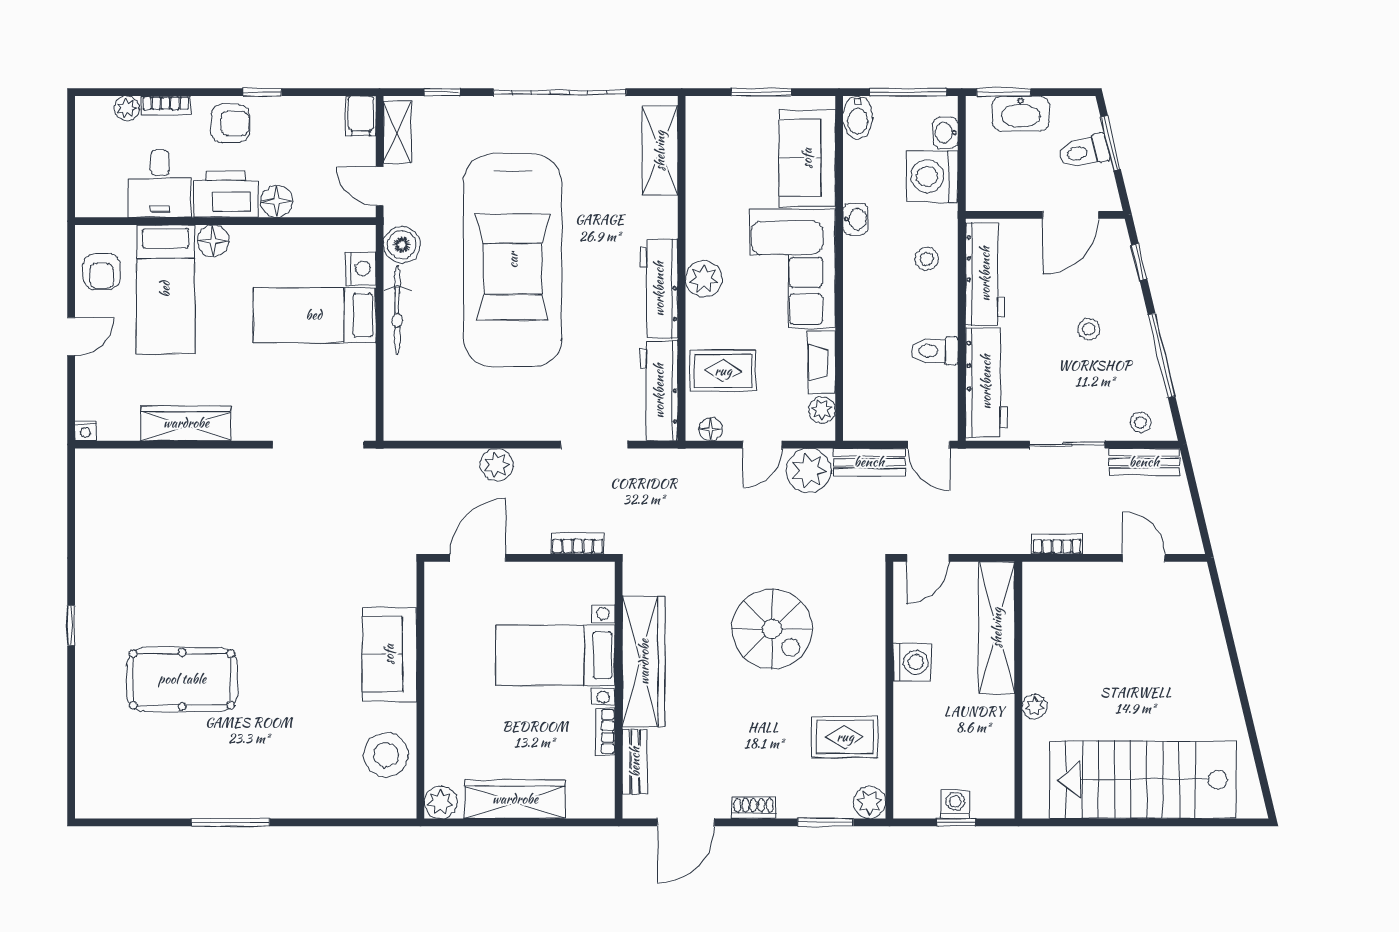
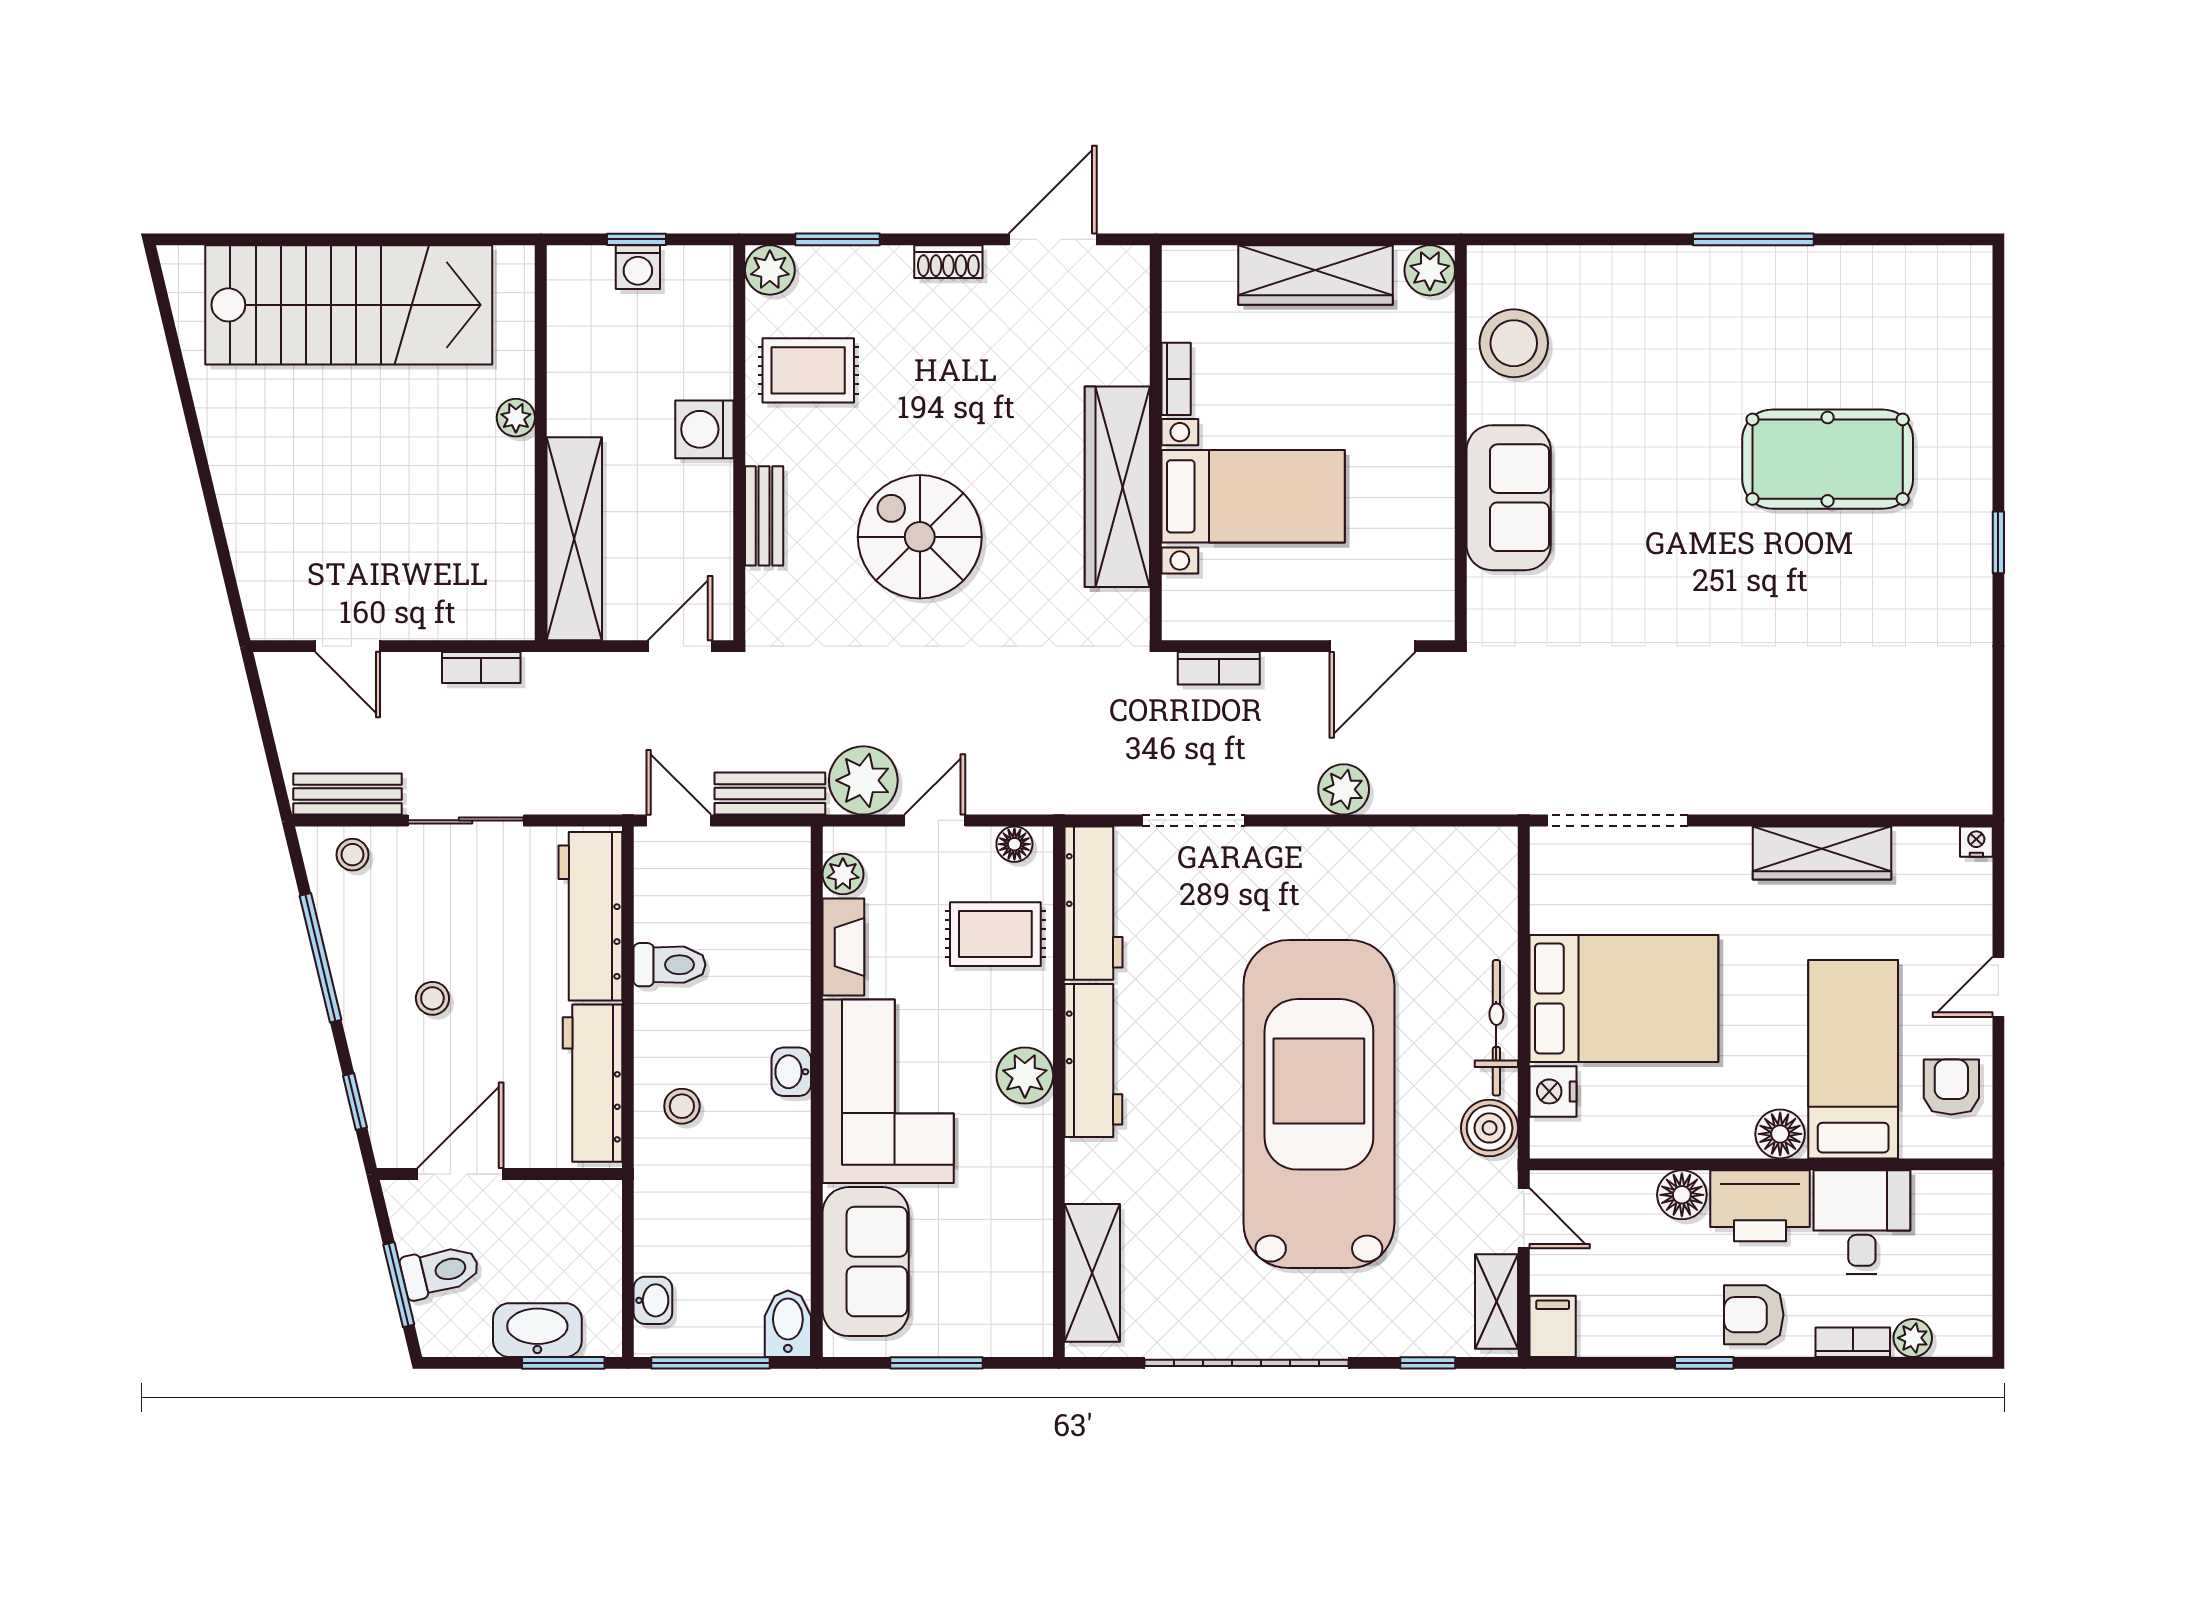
washing machine: (932, 176) -> (673, 1233), removed
washbasin: (856, 219) -> (791, 1072), moved
bed: (314, 315) -> (1624, 998), width x1.50
washing machine: (912, 662) -> (704, 429), moved
bench: (635, 762) -> (764, 516), moved

